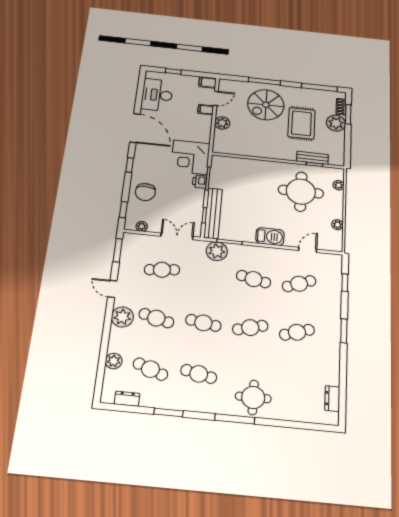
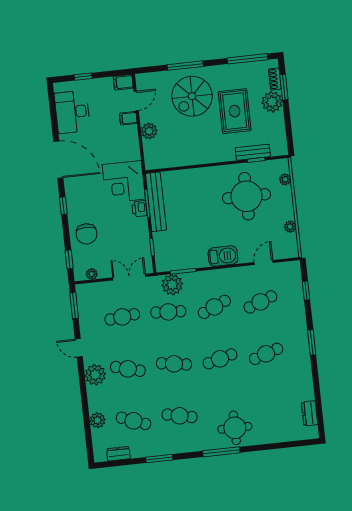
bench: (213, 213) -> (156, 202), moved
cafe table: (208, 274) -> (168, 312), added
cafe table: (254, 279) -> (214, 307), turned -36

